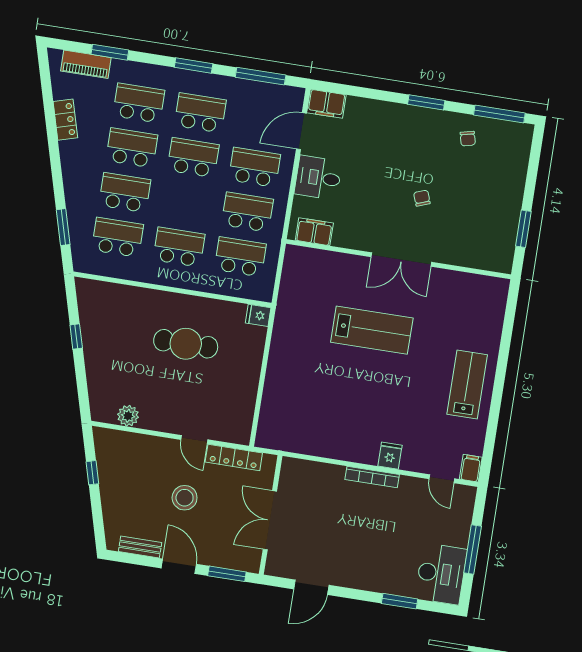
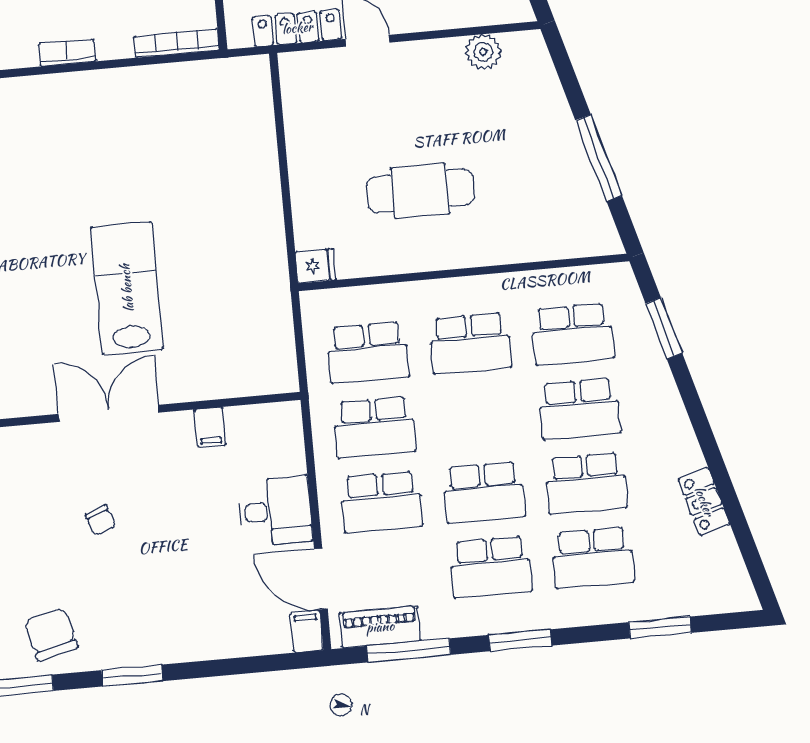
piano: (86, 64) -> (380, 627), moved
filing cabinet: (326, 104) -> (307, 631), width x0.50
door: (301, 131) -> (321, 579), swing flipped
chair: (468, 139) -> (51, 634), width x1.87, depth x1.87
filing cabinet: (314, 232) -> (210, 427), moved, width x0.50
lab bench: (372, 330) -> (127, 288), turned 90
window: (76, 336) -> (599, 158), width x2.17
fridge: (390, 456) -> (47, 94), removed
bookcase: (306, 466) -> (177, 43), added
bookcase: (372, 477) -> (67, 53), width x0.64

